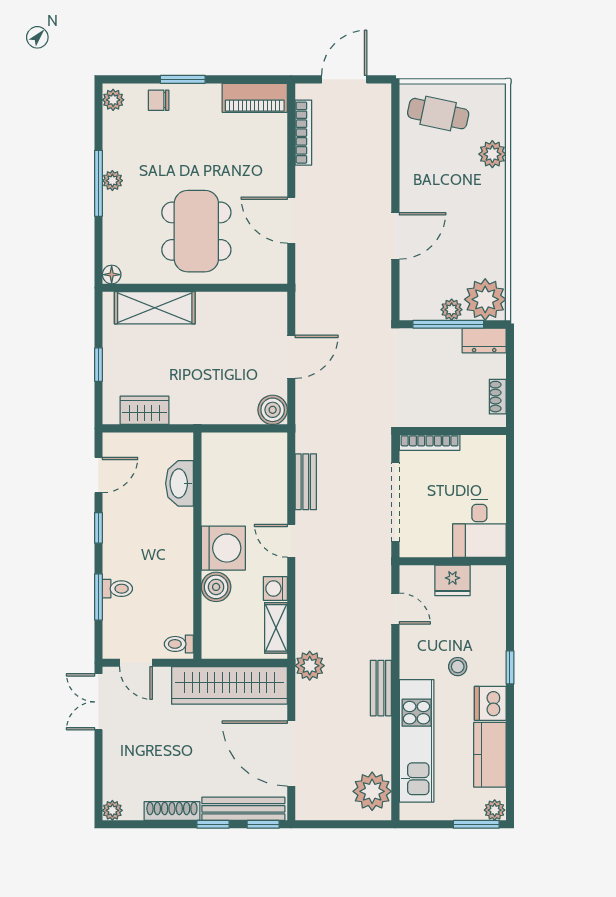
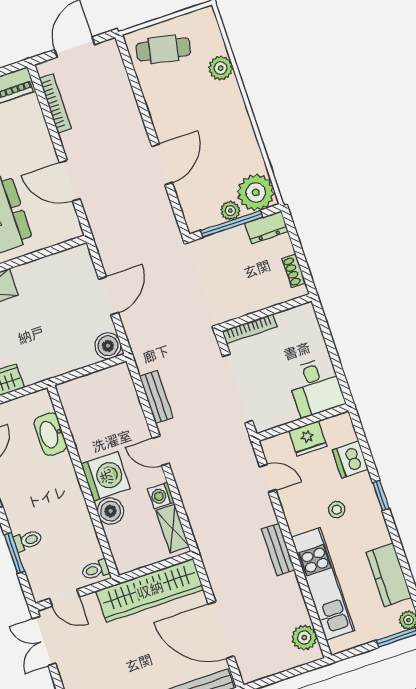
plant: (310, 666) -> (212, 551), removed
dishwasher: (490, 703) -> (350, 460), moved
plant: (372, 791) -> (304, 638), width x0.73, depth x0.73

